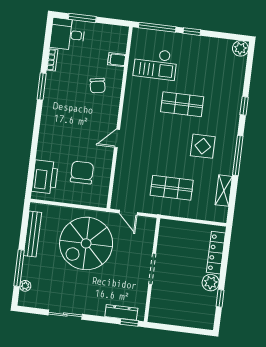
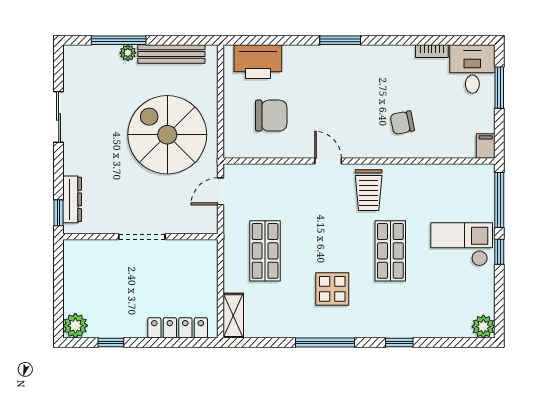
filing cabinet: (117, 60) -> (486, 146), moved
checkout: (155, 64) -> (462, 244), moved, turned 90
window: (42, 86) -> (340, 40), moved
trolley: (140, 114) -> (369, 190), added
shelving: (224, 191) -> (233, 316), moved, turned 90
plant: (211, 283) -> (75, 326), moved
plant: (25, 286) -> (128, 53), moved

